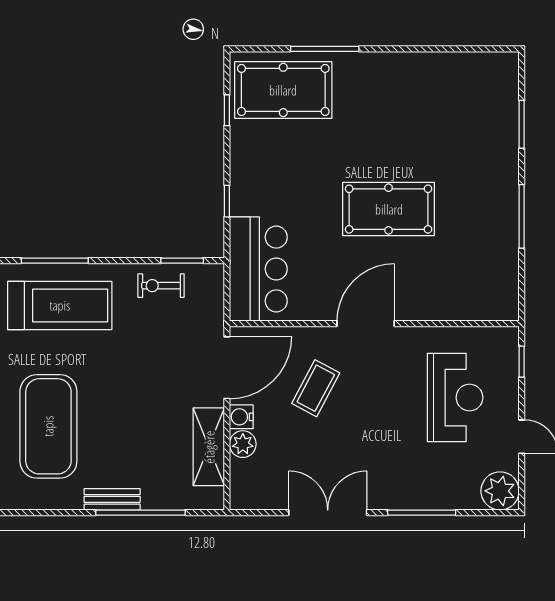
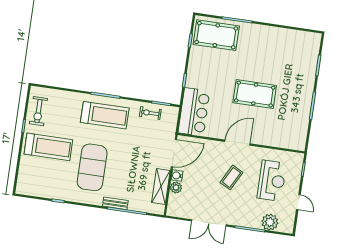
coffee table: (316, 388) -> (231, 177), moved
plant: (500, 491) -> (270, 222), moved
double door: (328, 513) -> (209, 223), swing flipped

